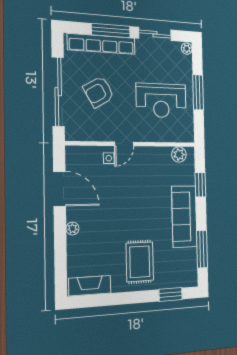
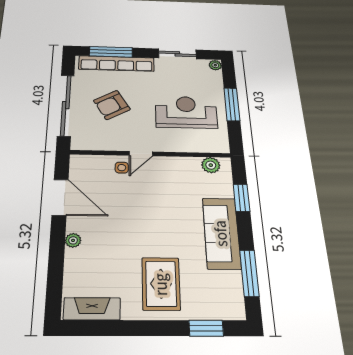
window: (111, 31) -> (111, 52), moved
reception desk: (161, 100) -> (186, 112), turned 180

